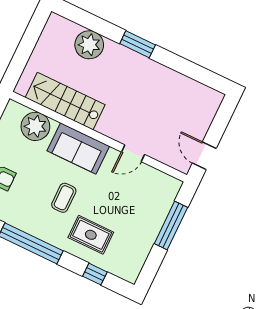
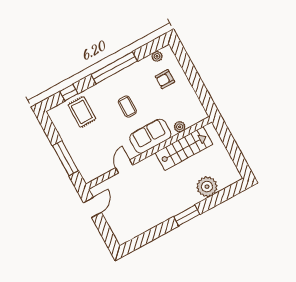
plant: (35, 126) -> (180, 127), width x0.53, depth x0.53
door: (204, 156) -> (92, 207), hinge flipped
rug: (91, 235) -> (82, 112), moved, turned 90

